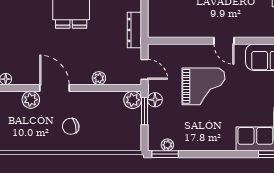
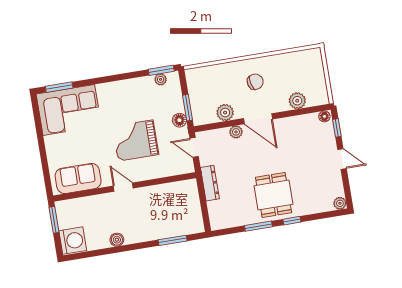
door: (55, 88) -> (258, 119), moved
plant: (133, 100) -> (225, 113), moved

